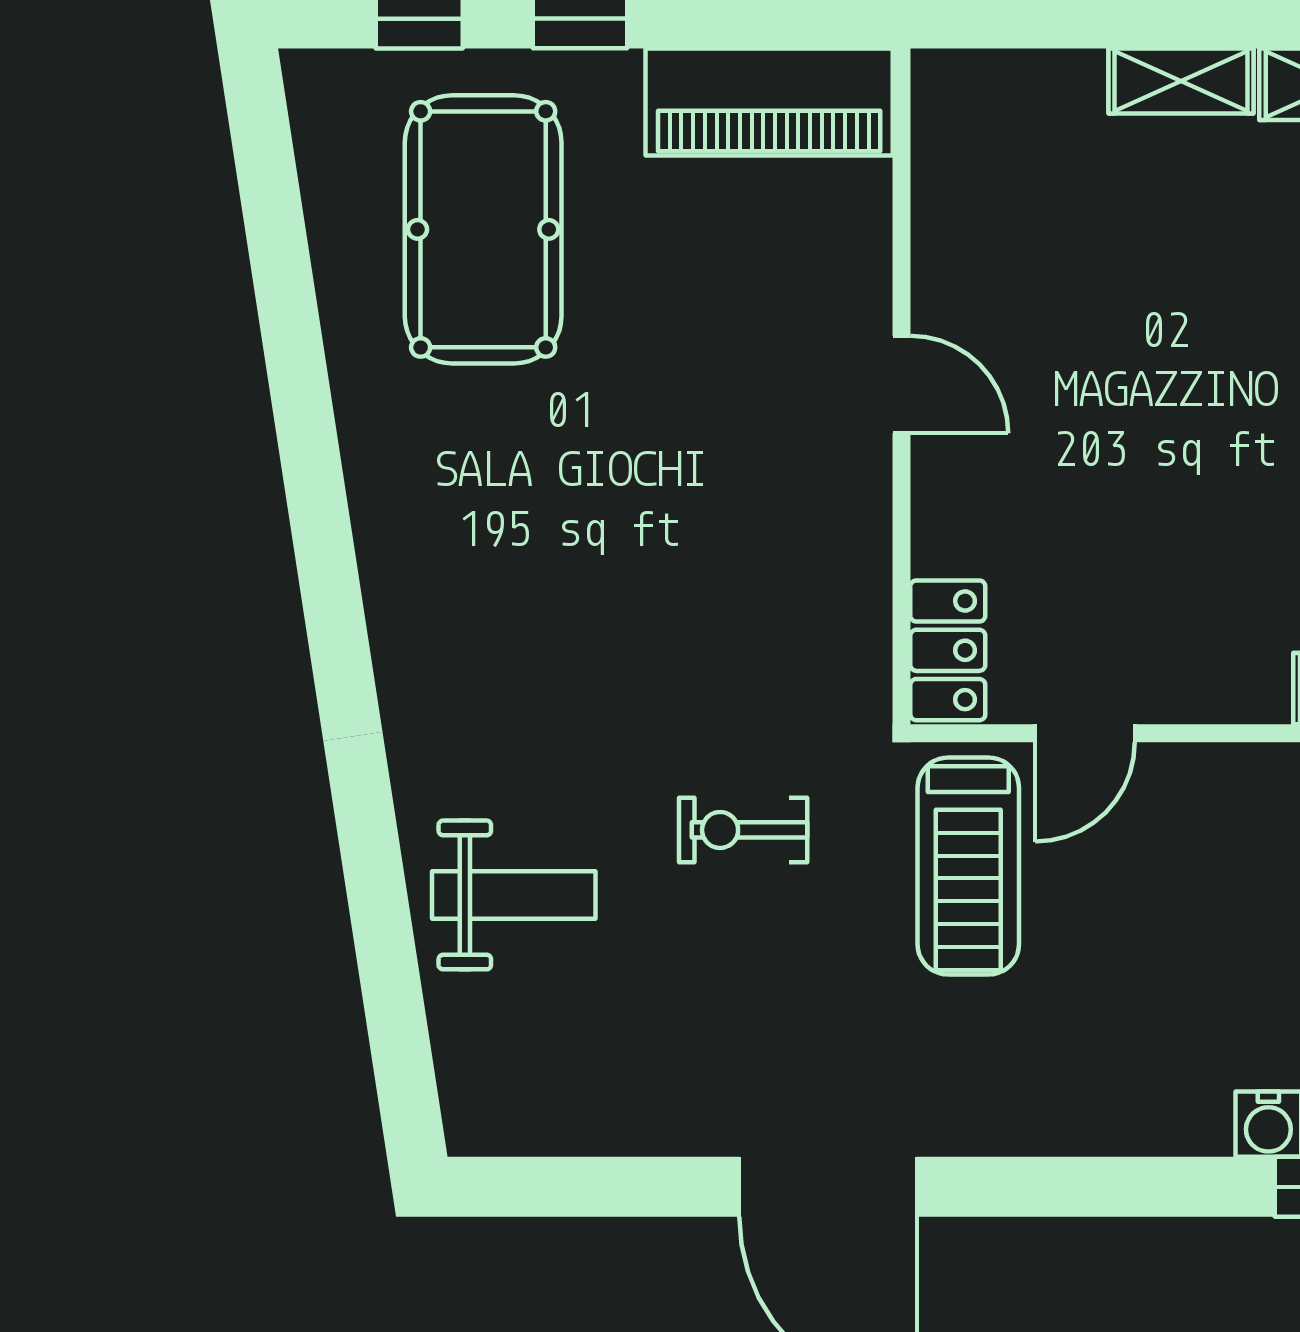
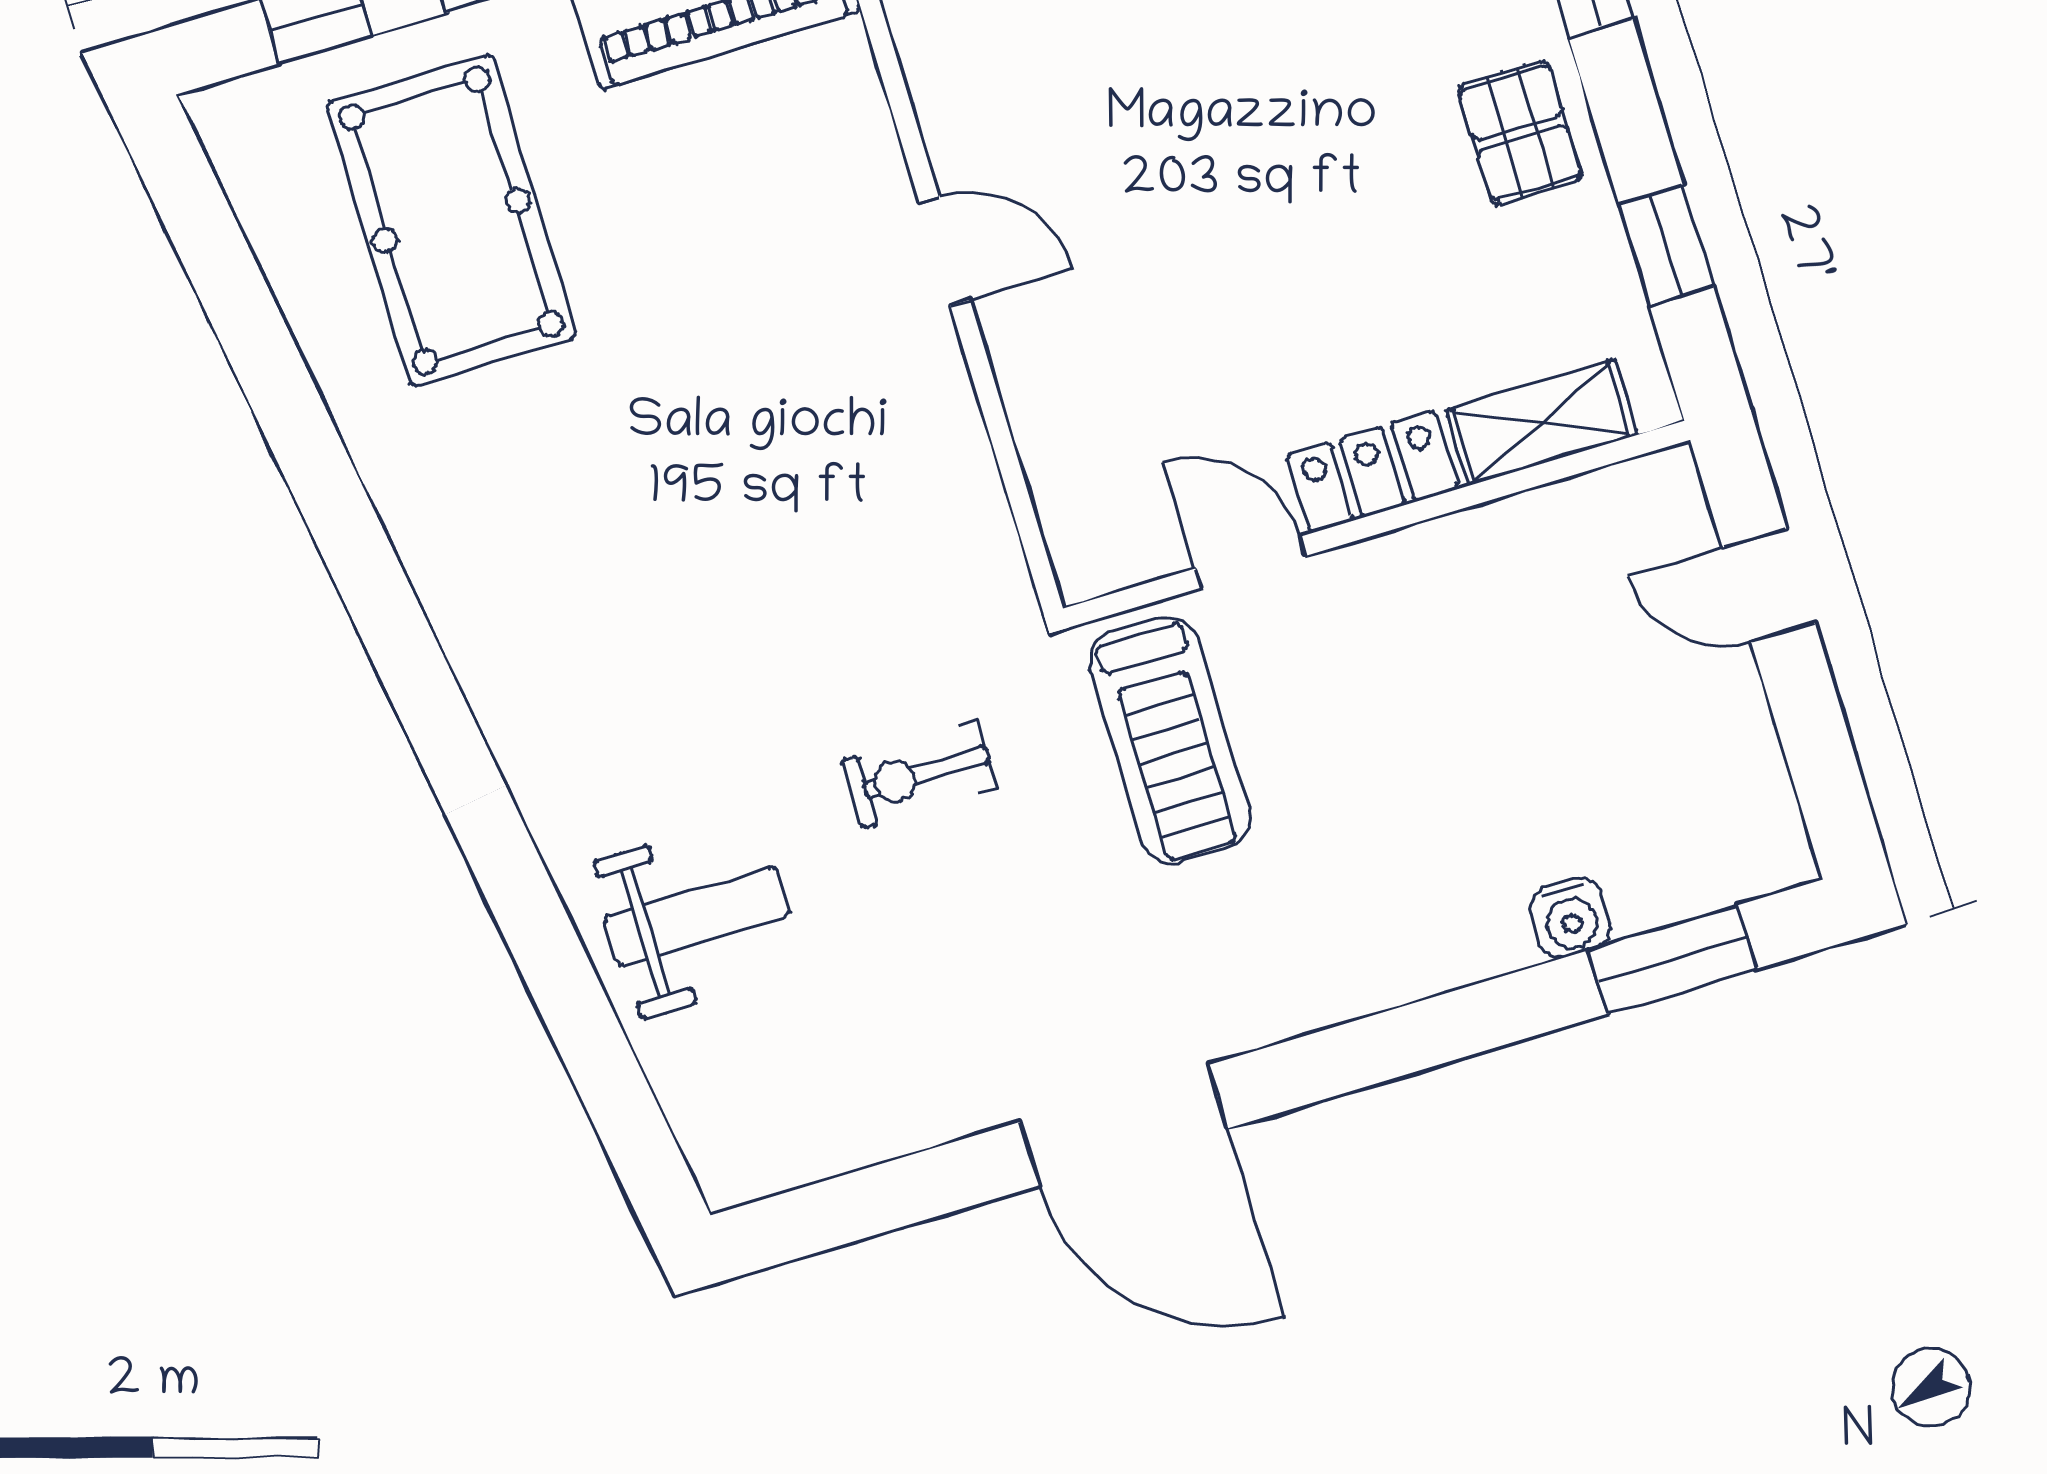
locker: (948, 650) -> (1372, 472), moved, turned -90
door: (1085, 733) -> (1251, 562), swing flipped

